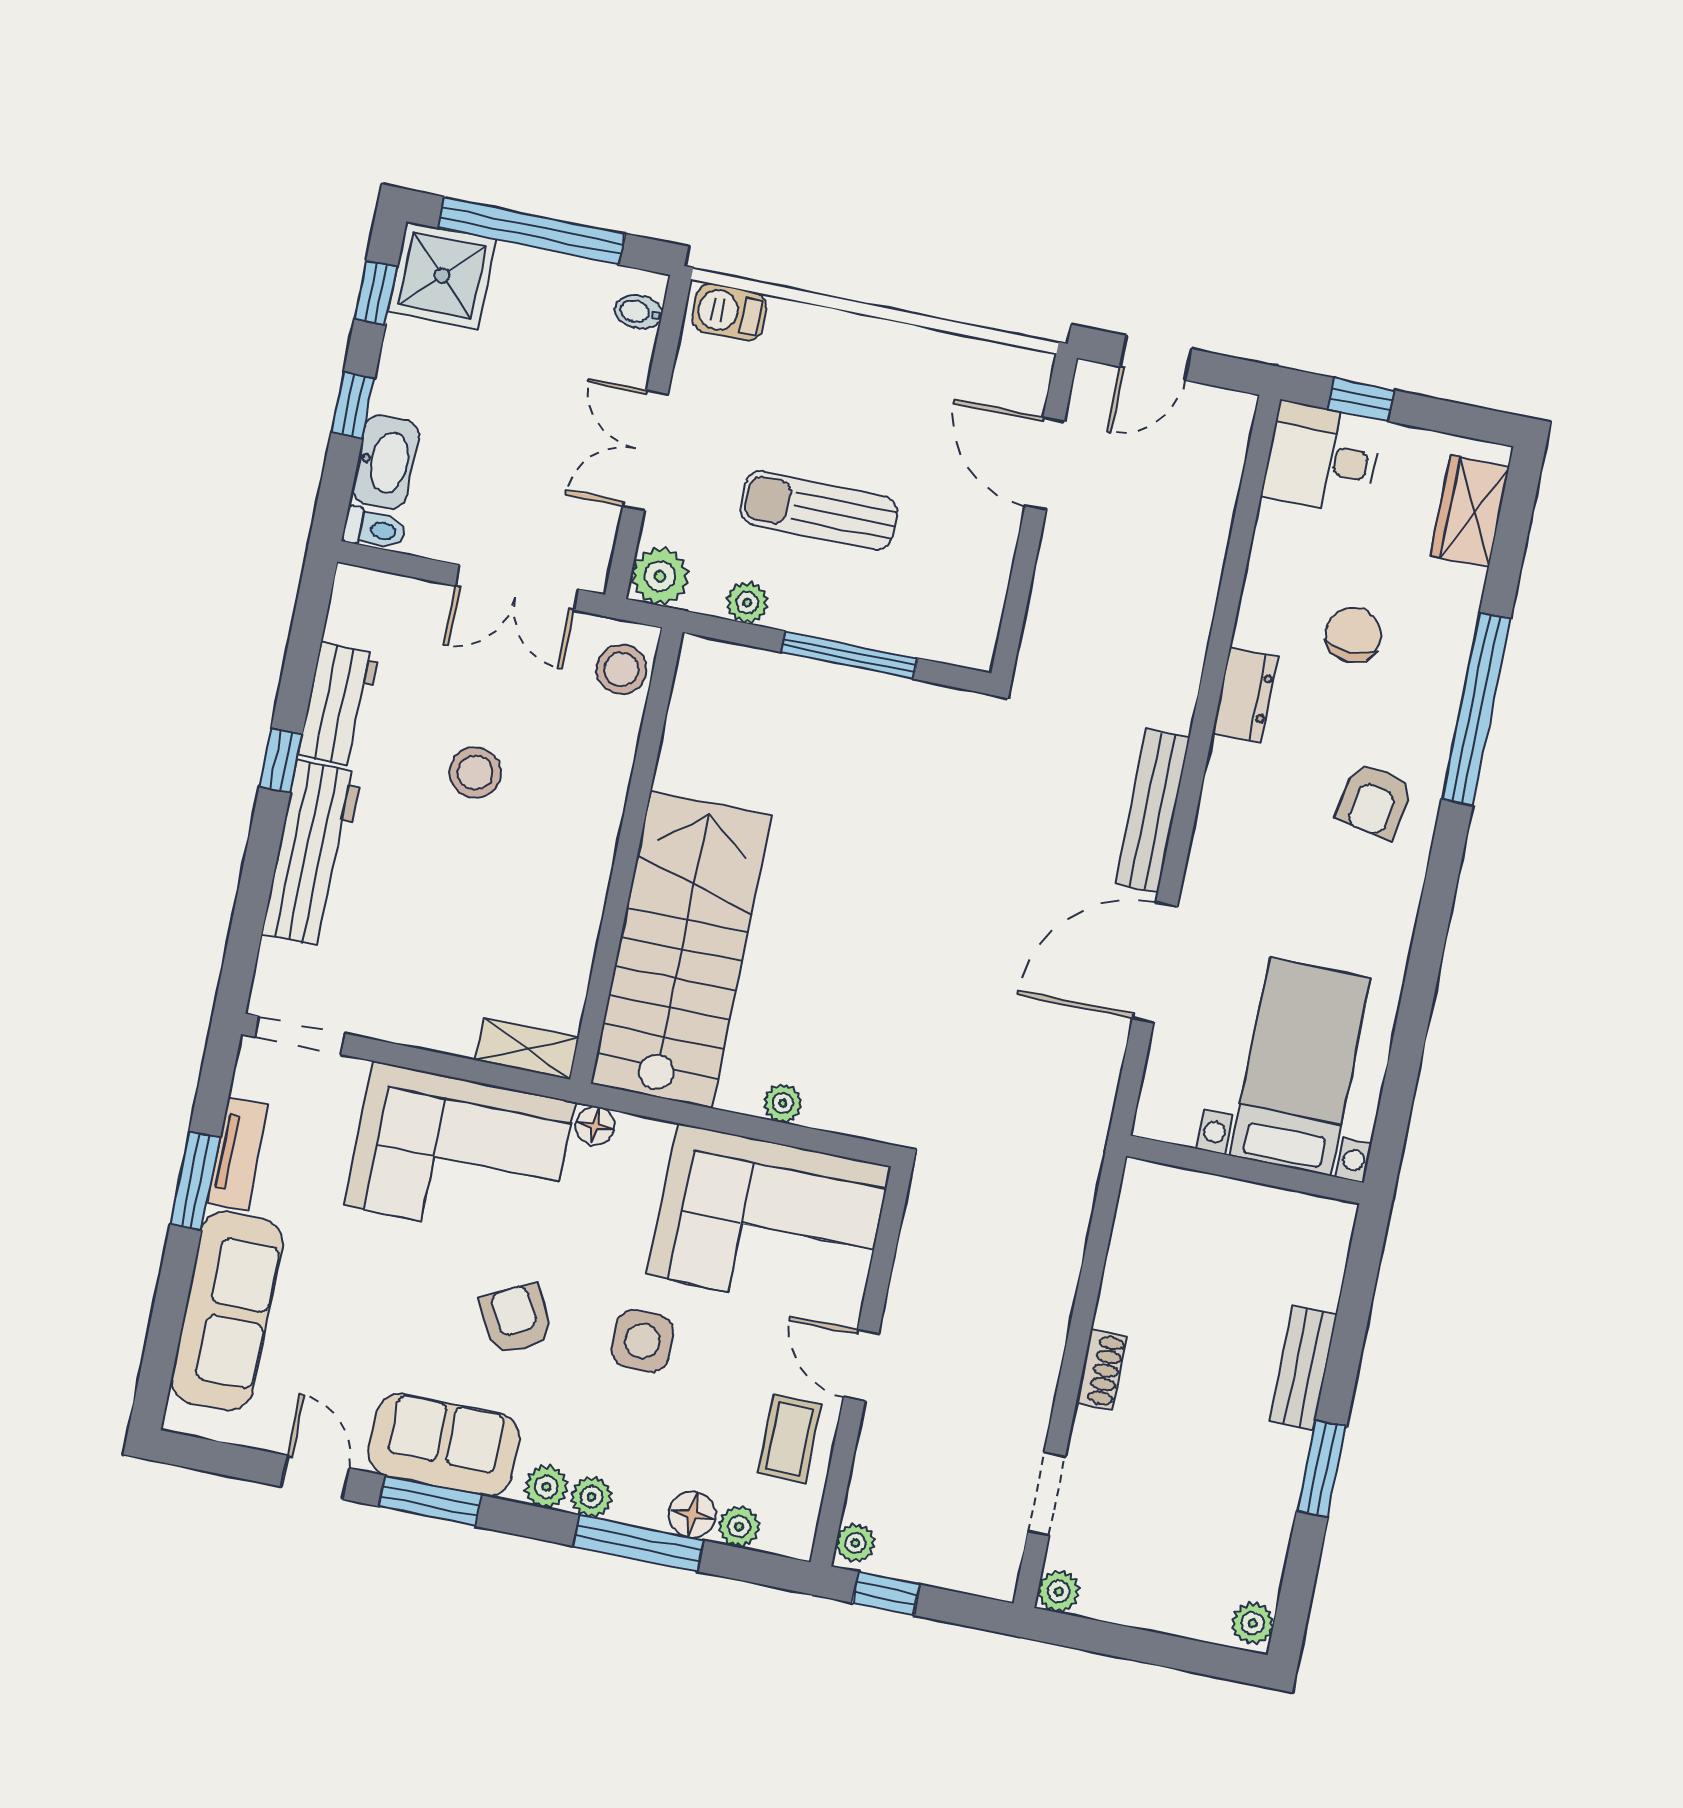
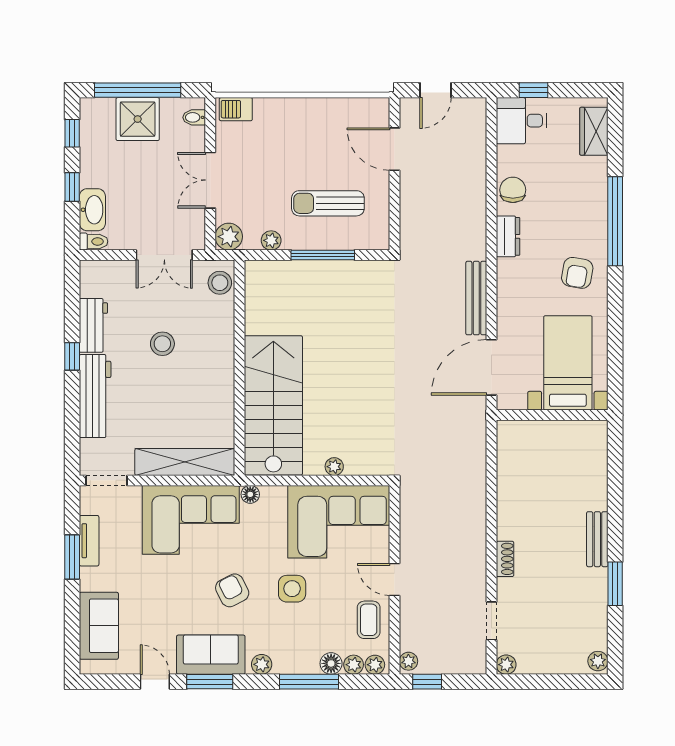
shower: (442, 276) -> (138, 119), moved
sun lounger: (819, 510) -> (328, 203), moved
chair: (1353, 635) -> (513, 190), moved
shelving: (527, 1049) -> (185, 462), width x2.20, depth x1.33
bed with nightstands: (1300, 1067) -> (568, 363), moved
wall: (1245, 1169) -> (552, 415), moved
sofa: (227, 1311) -> (99, 626), width x0.73
plant: (592, 1497) -> (375, 665), moved

